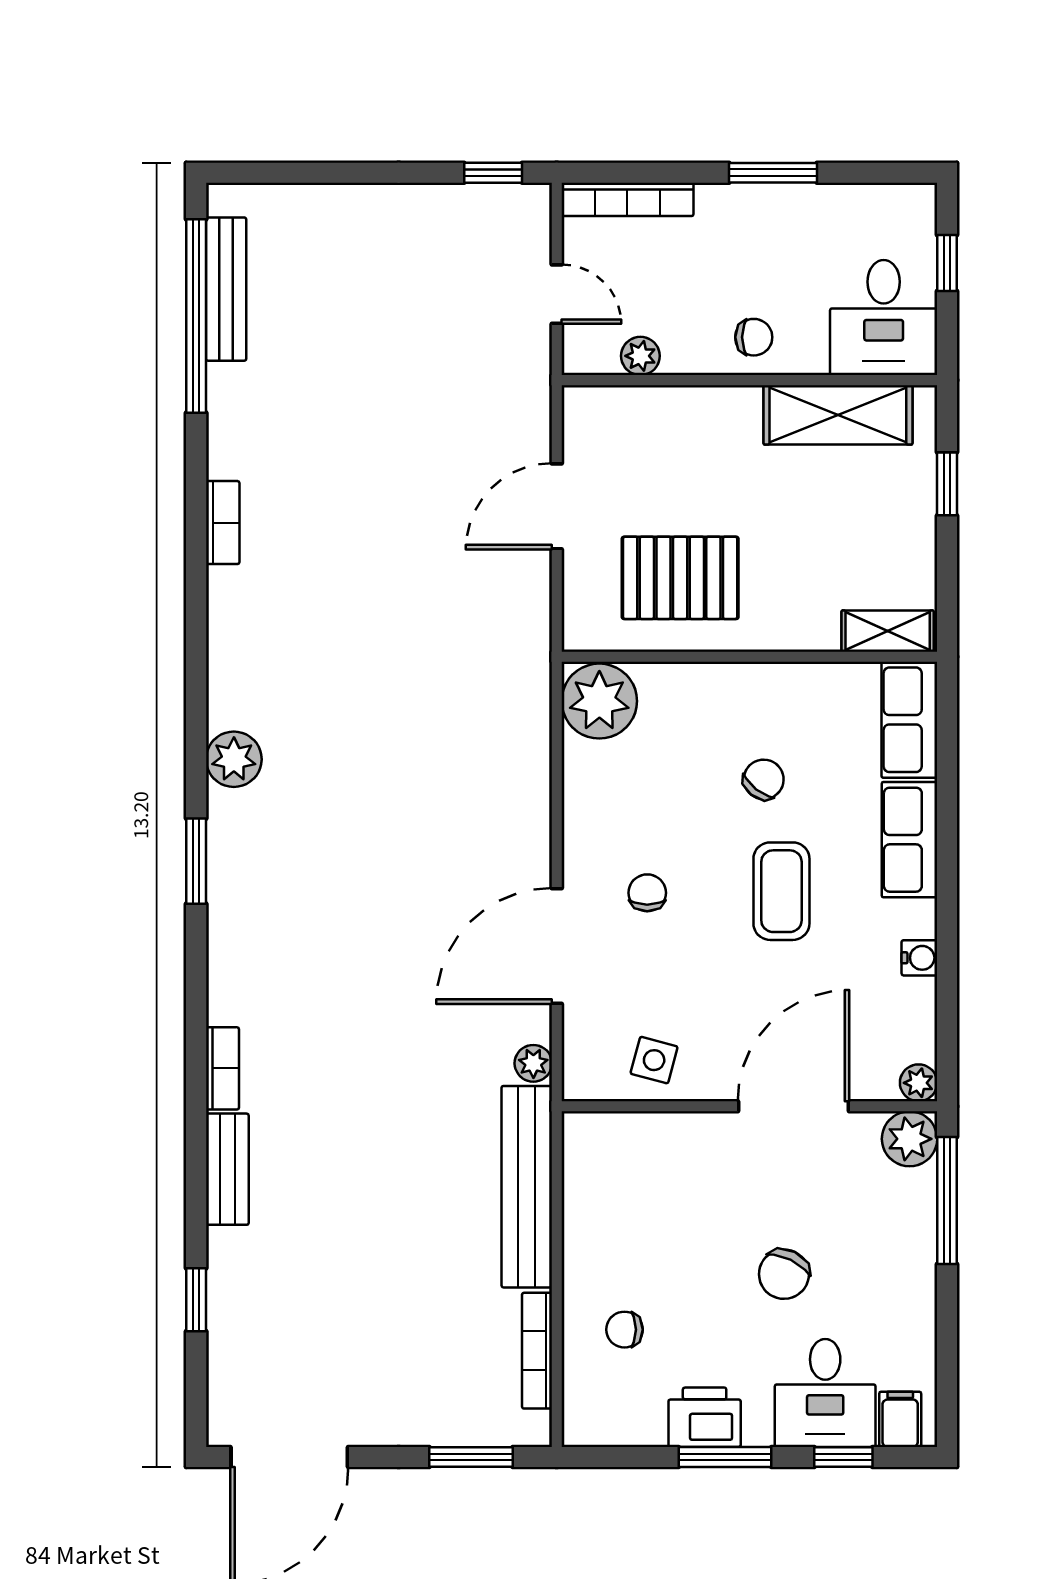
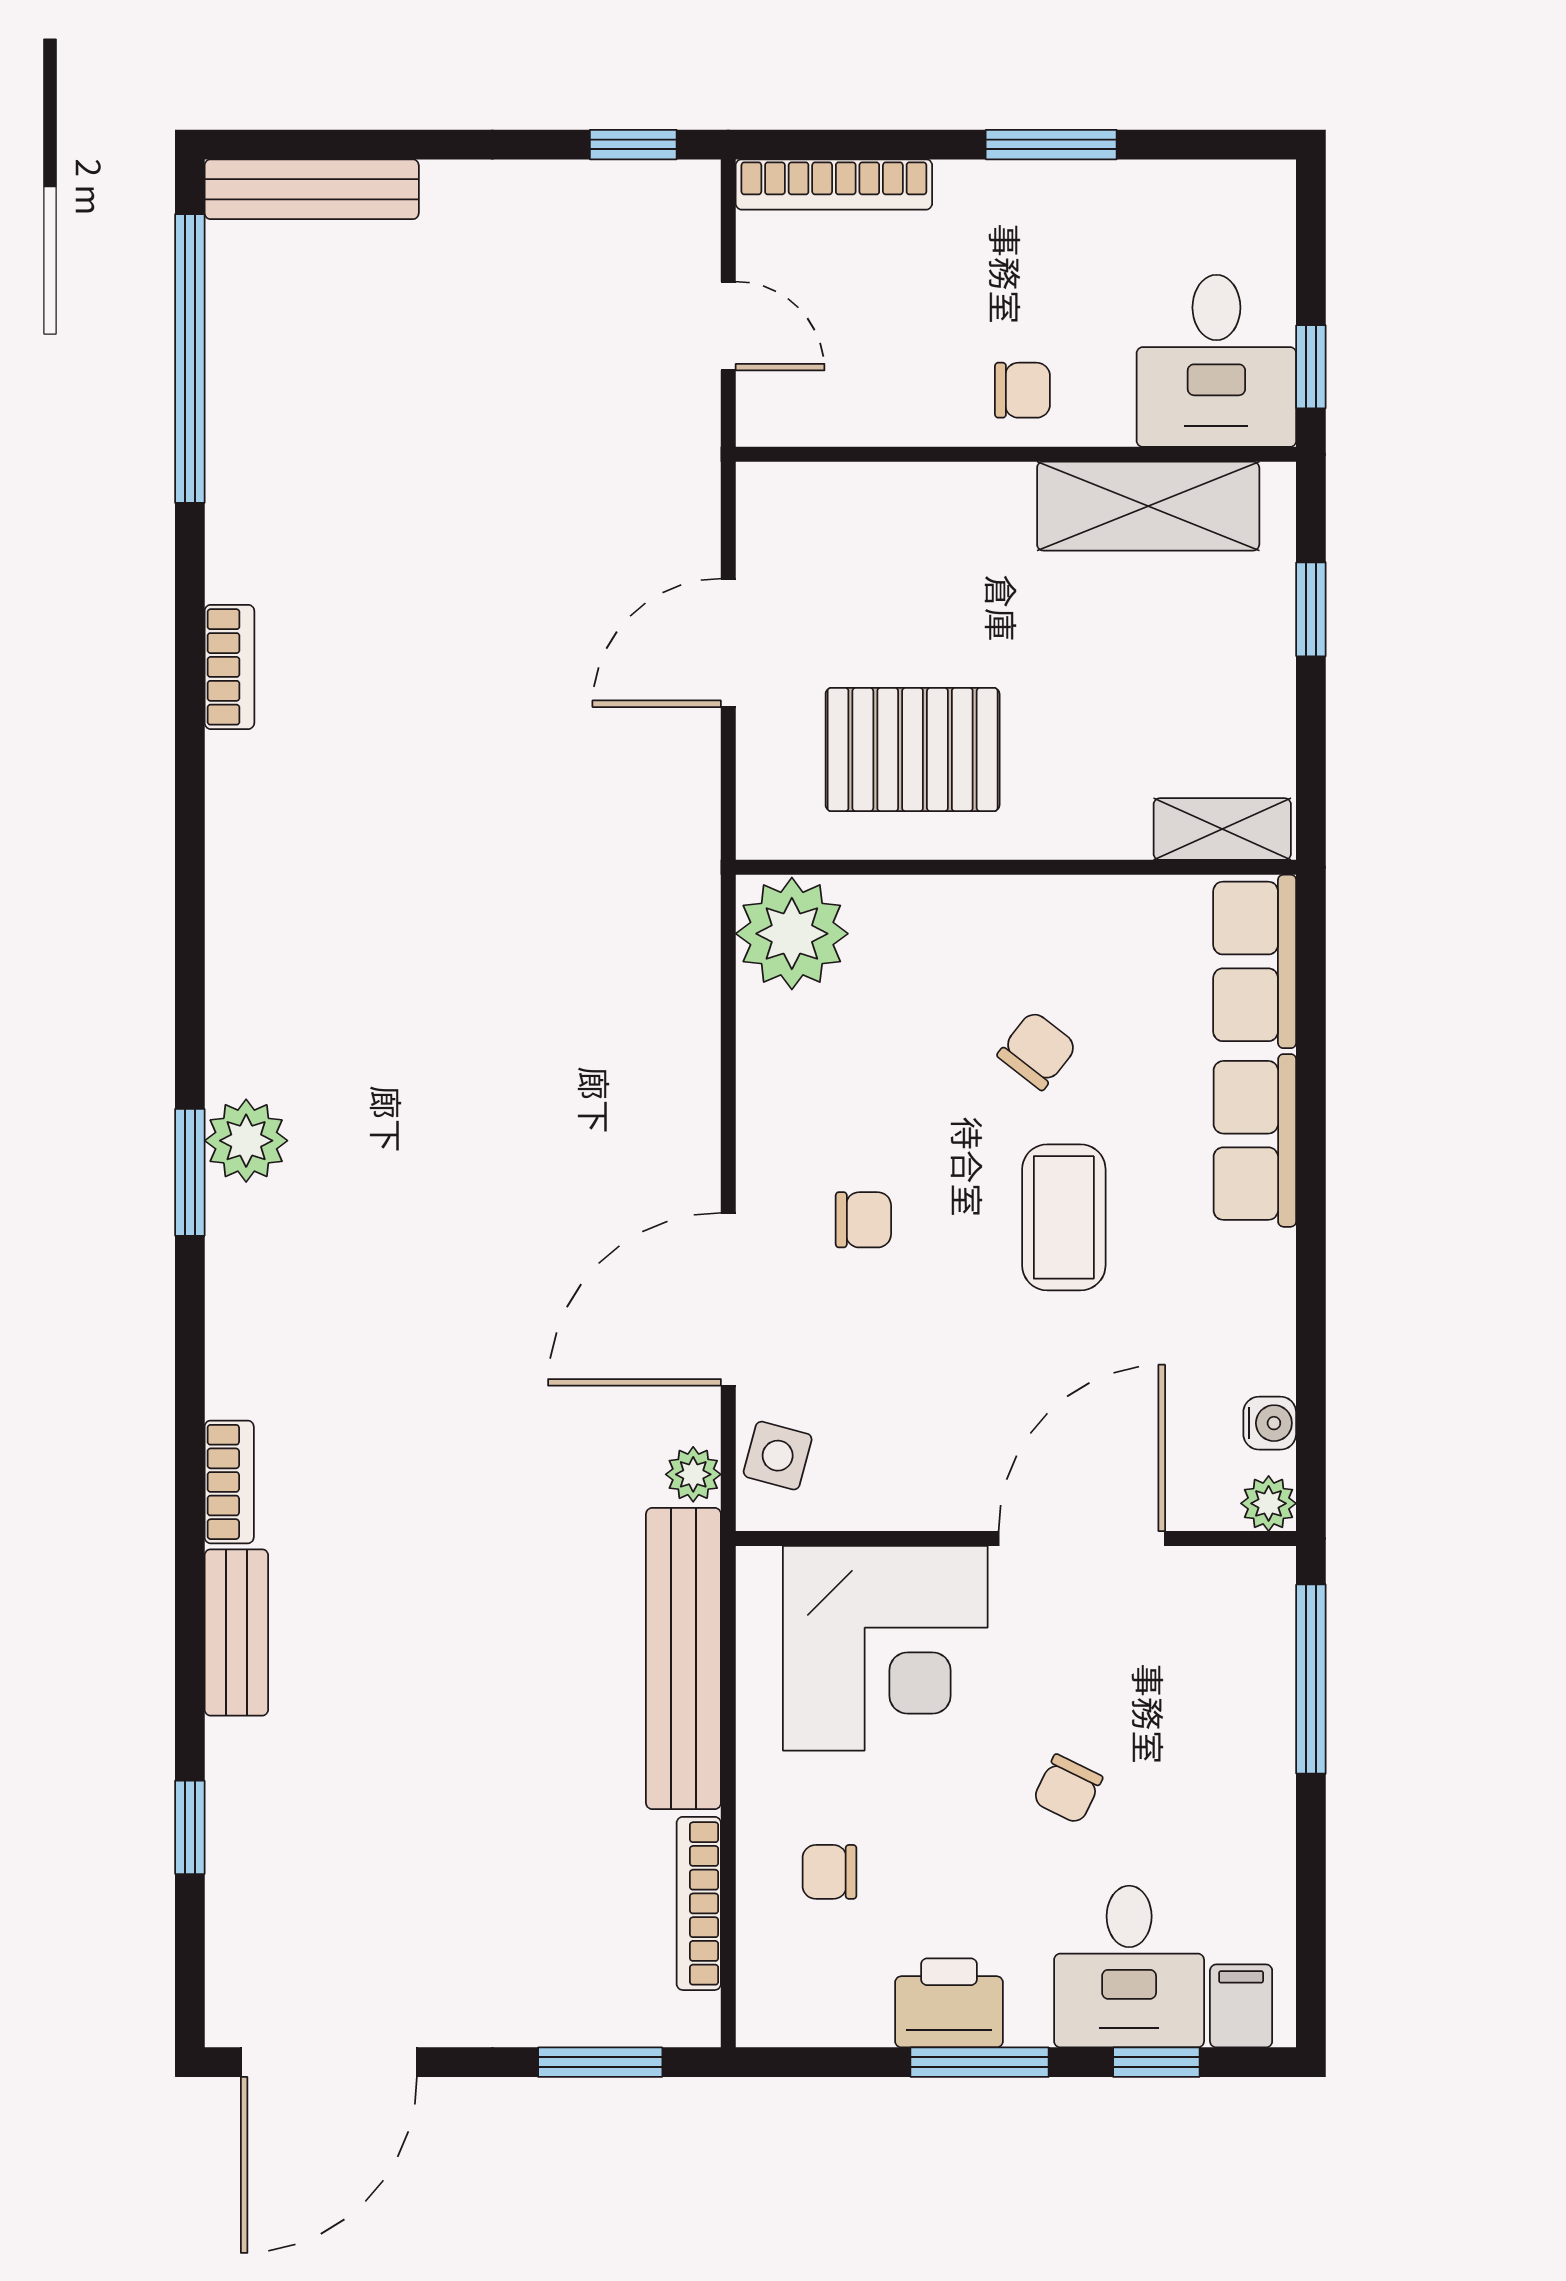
window: (947, 263) -> (1311, 367), moved
bench: (226, 289) -> (312, 189), moved, turned 90
plant: (640, 356) -> (853, 418), removed
plant: (234, 759) -> (246, 1141), moved
chair: (647, 893) -> (863, 1220), turned 90
water cooler: (919, 958) -> (1270, 1423), moved
side table: (654, 1060) -> (778, 1456), moved
plant: (910, 1139) -> (1255, 1587), removed
corner desk: (662, 1180) -> (885, 1648), added
chair: (784, 1274) -> (1068, 1789), width x0.73, depth x0.73

